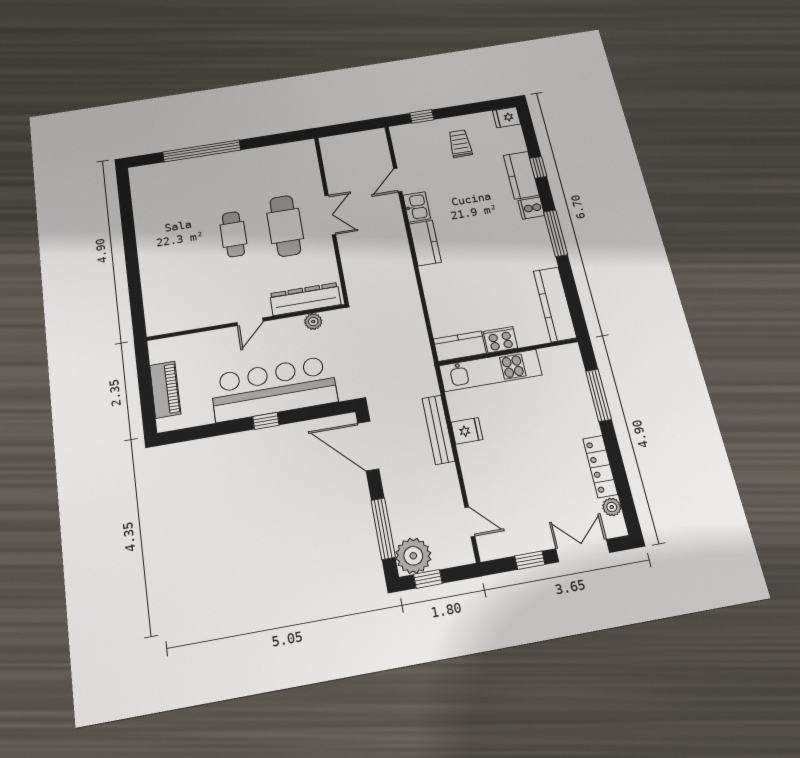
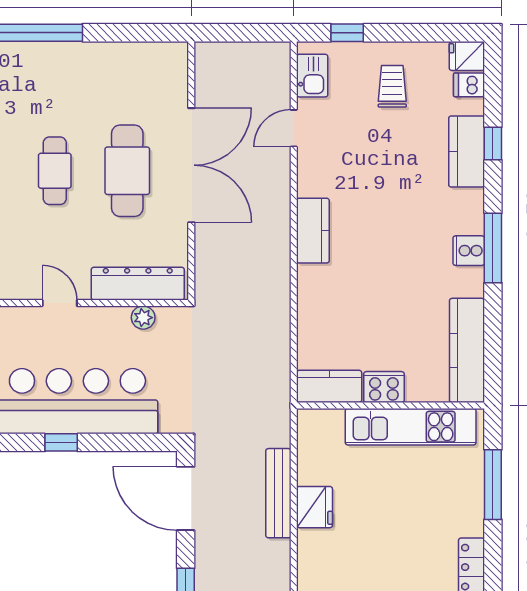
dishwasher: (512, 134) -> (469, 85), added
kitchen sink: (417, 207) -> (312, 76), moved
cooker: (531, 208) -> (469, 251), moved
double door: (330, 215) -> (191, 165), width x1.87
door: (250, 322) -> (60, 303), swing flipped
kitchen unit: (490, 370) -> (411, 427), moved
fridge: (467, 431) -> (314, 507), width x1.38

